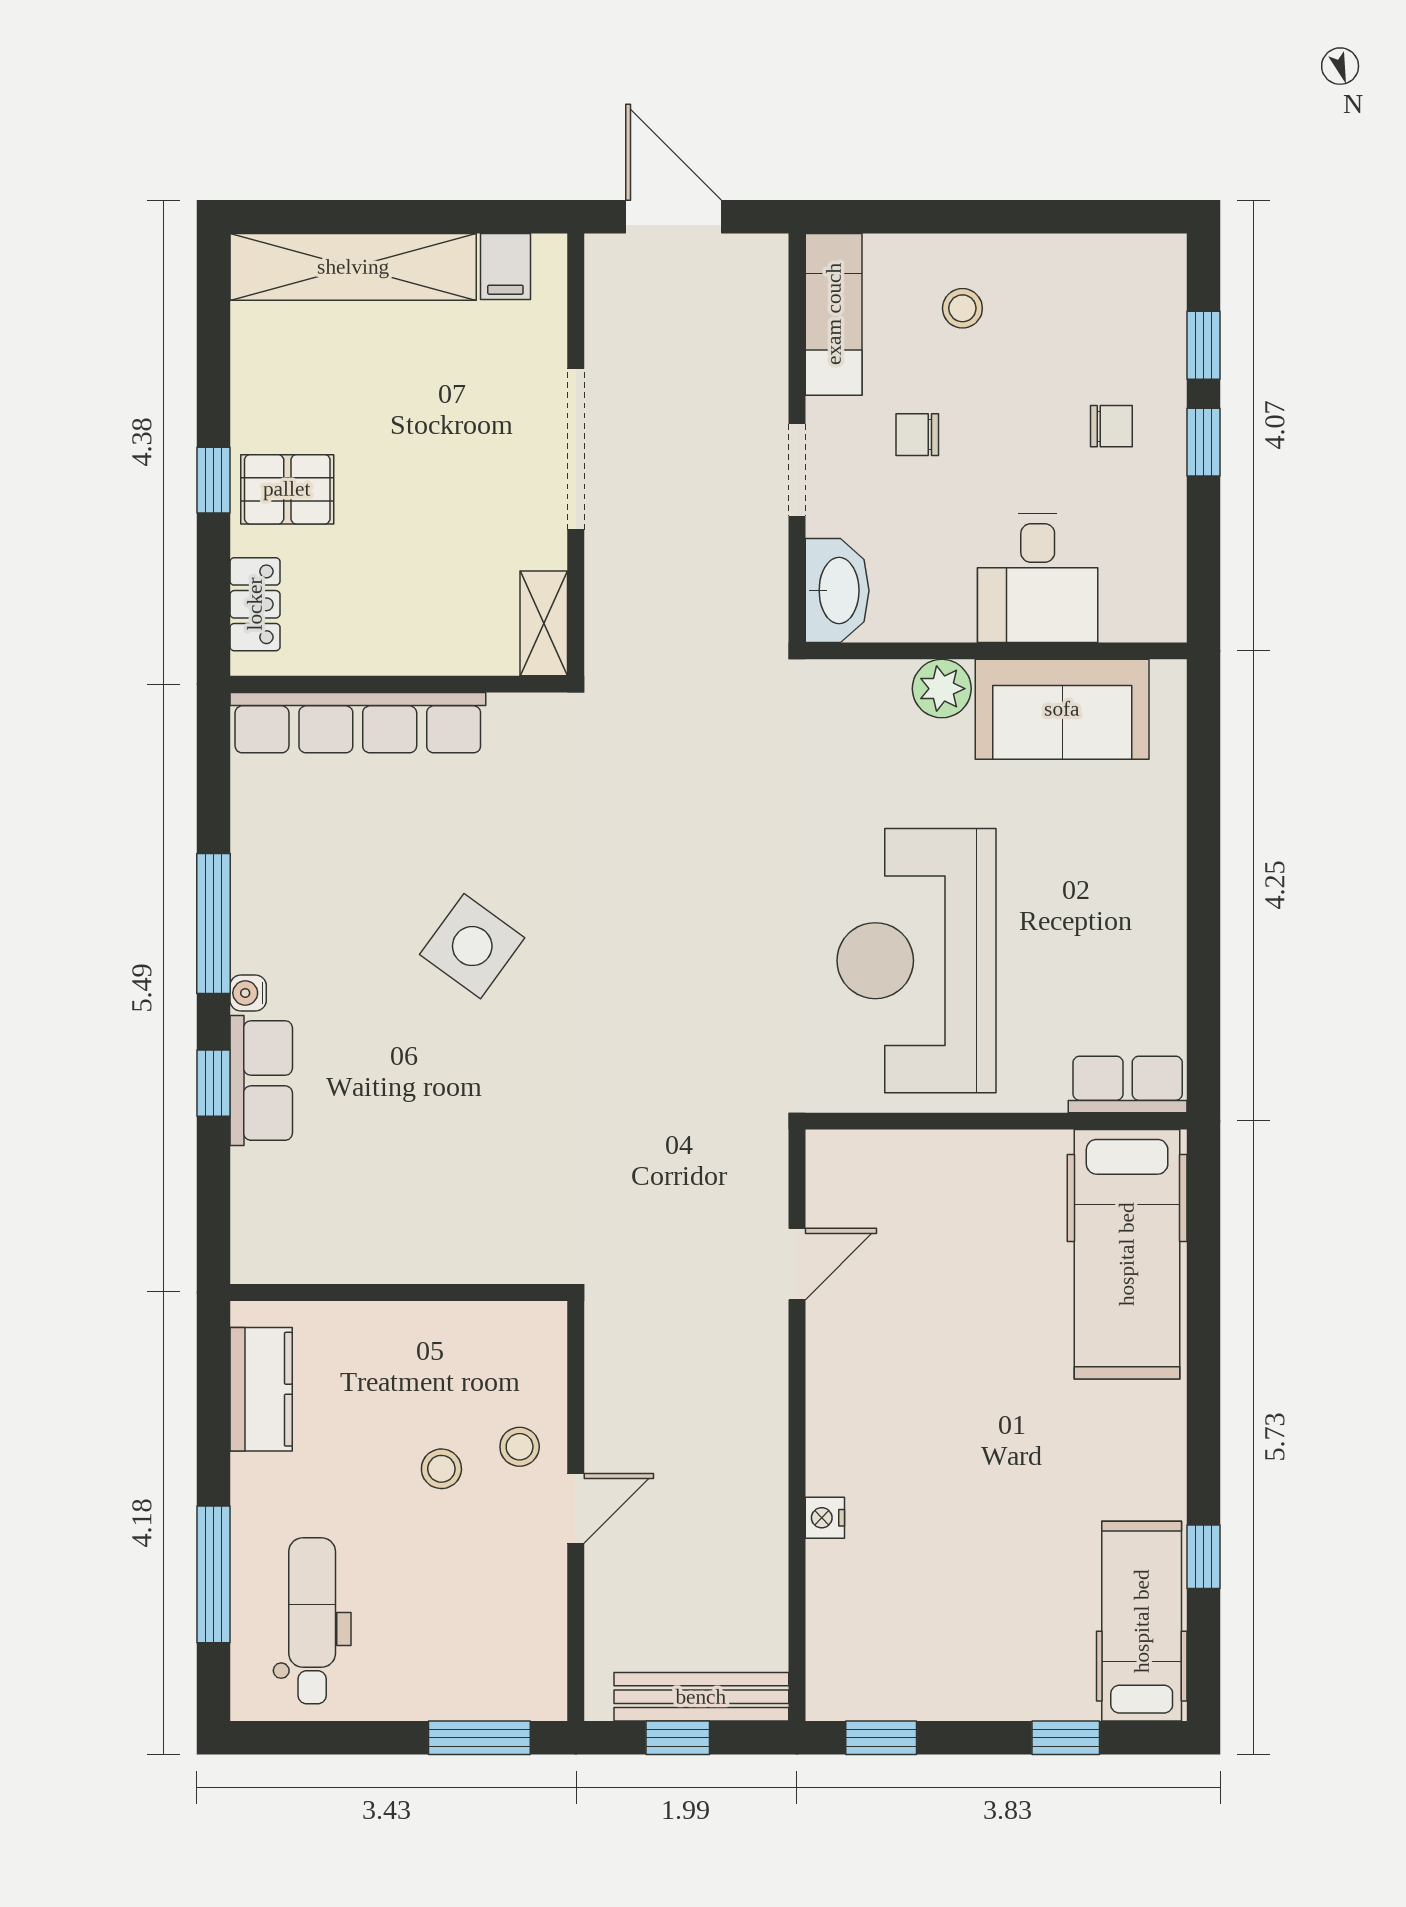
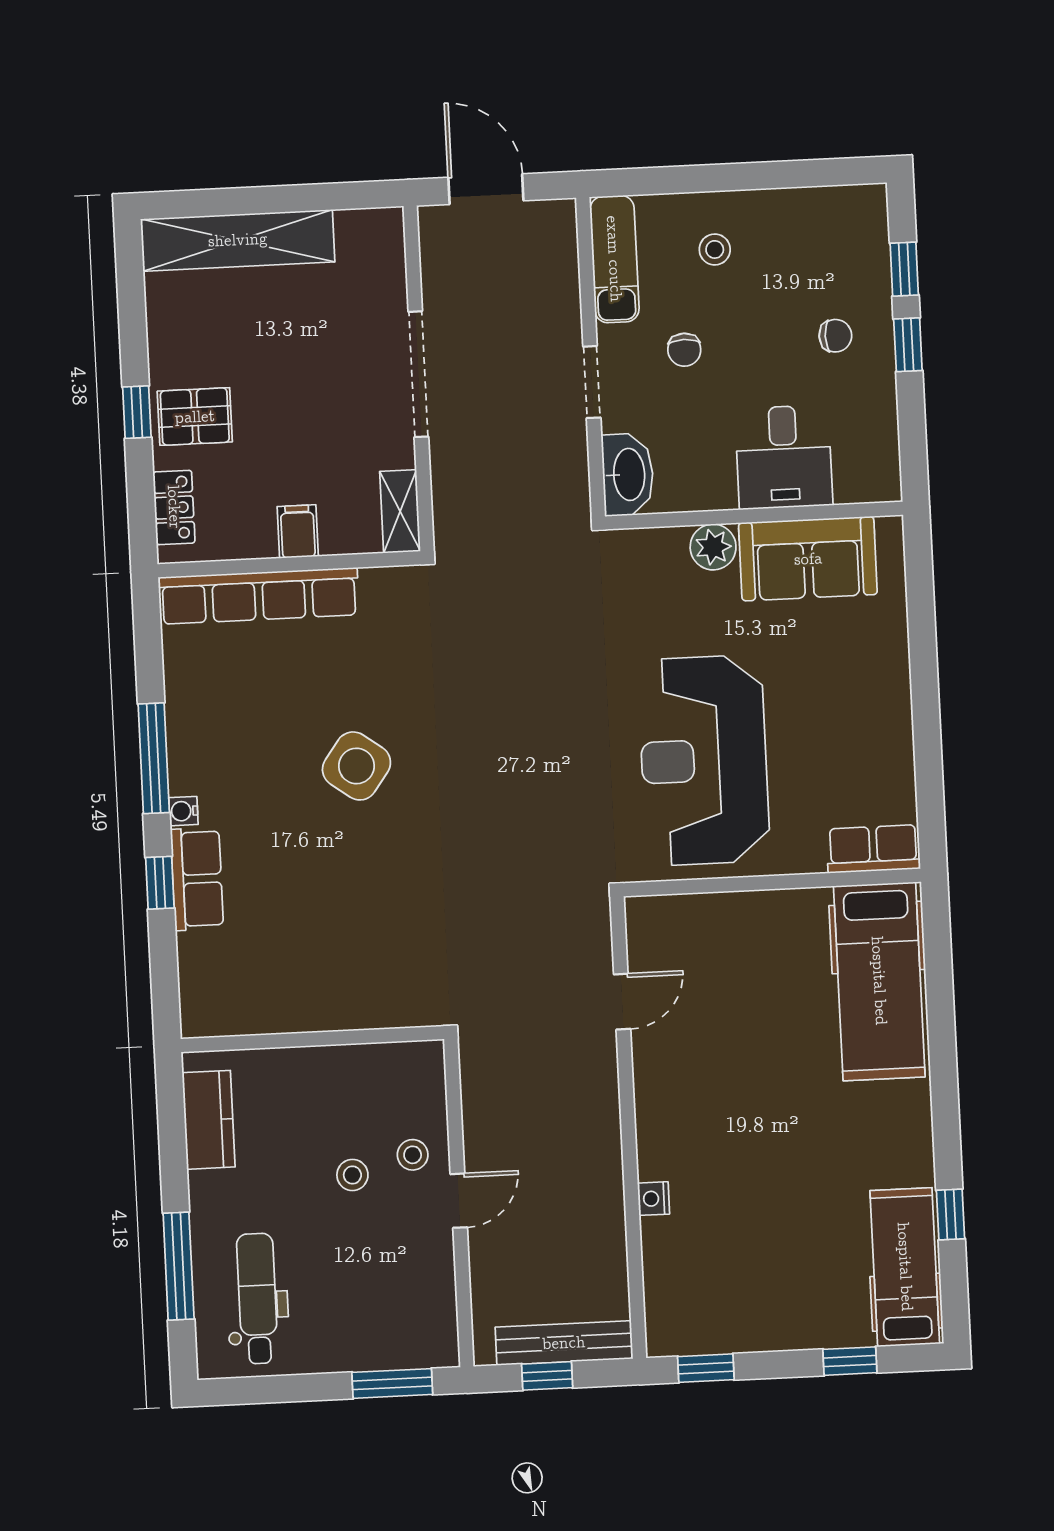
filing cabinet: (505, 266) -> (298, 531), moved, turned 180
chair: (917, 435) -> (684, 350), turned -90

